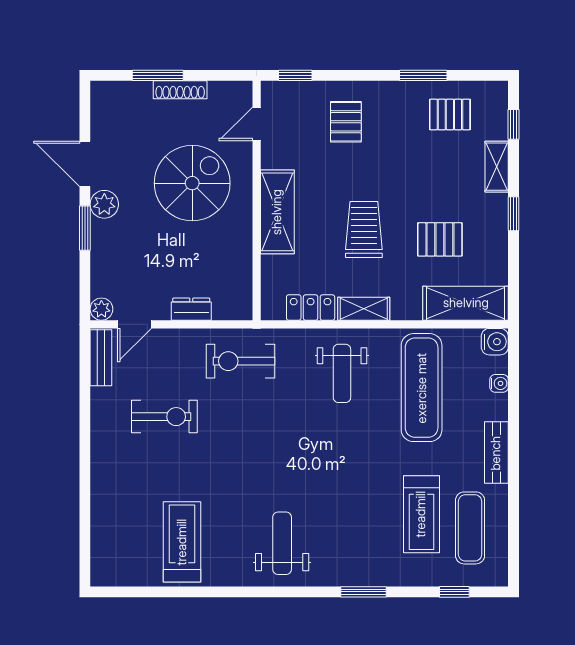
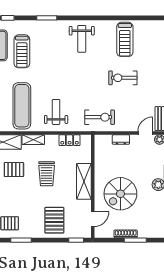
pallet: (346, 122) -> (54, 220), width x1.50, depth x1.42
shelving: (364, 309) -> (33, 140), moved
exercise bike: (164, 417) -> (123, 78), moved
treadmill: (421, 514) -> (22, 51), turned 180

